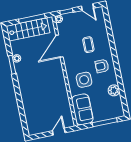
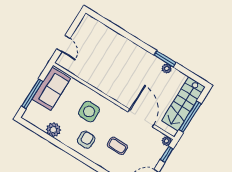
sofa: (82, 109) -> (51, 89), moved, turned -90

